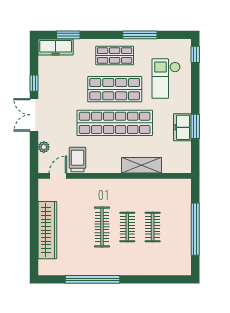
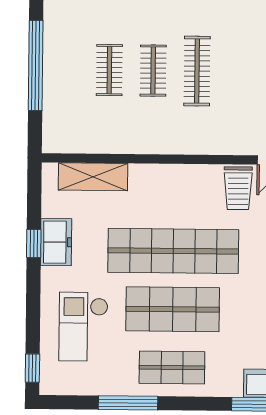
checkout: (166, 79) -> (83, 327), turned 180
window: (195, 126) -> (34, 243), width x0.67
shelving: (142, 165) -> (93, 177), moved

